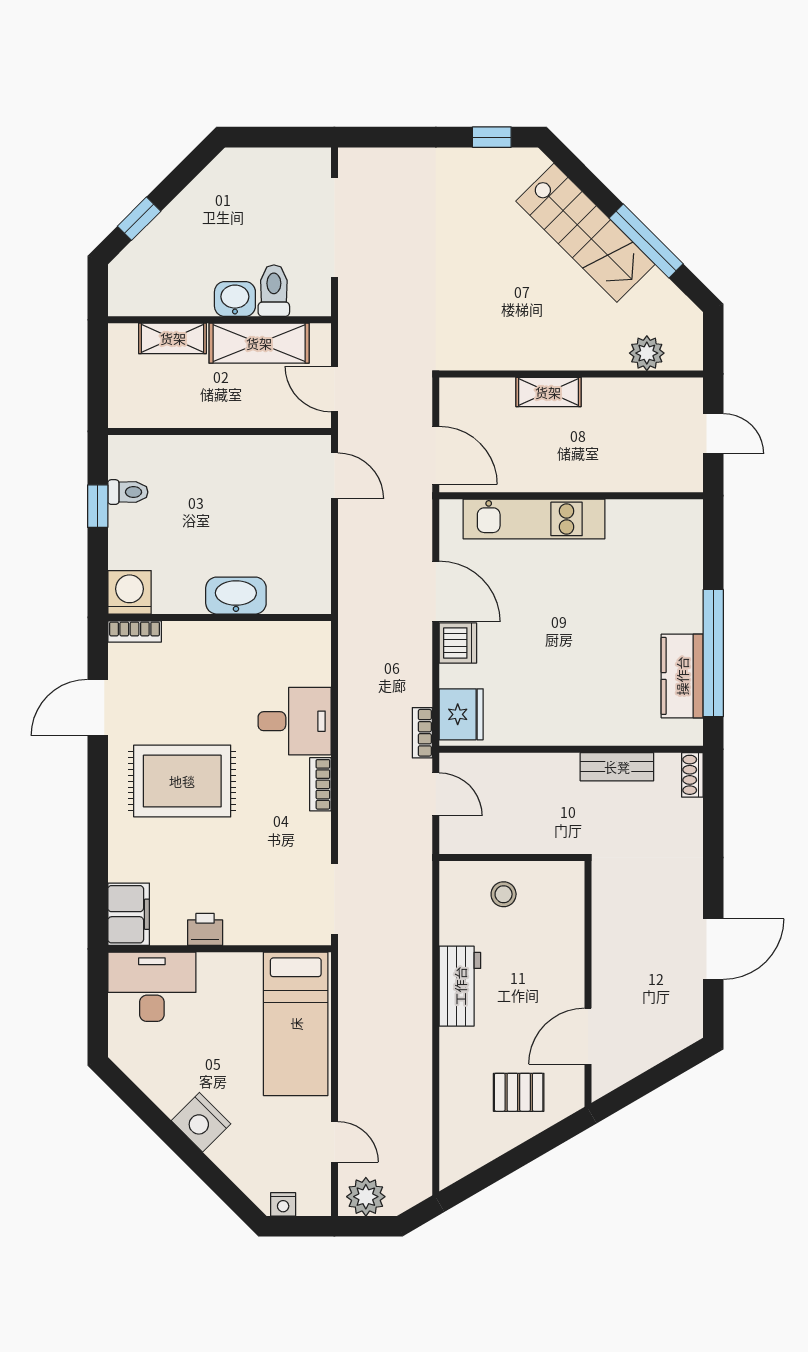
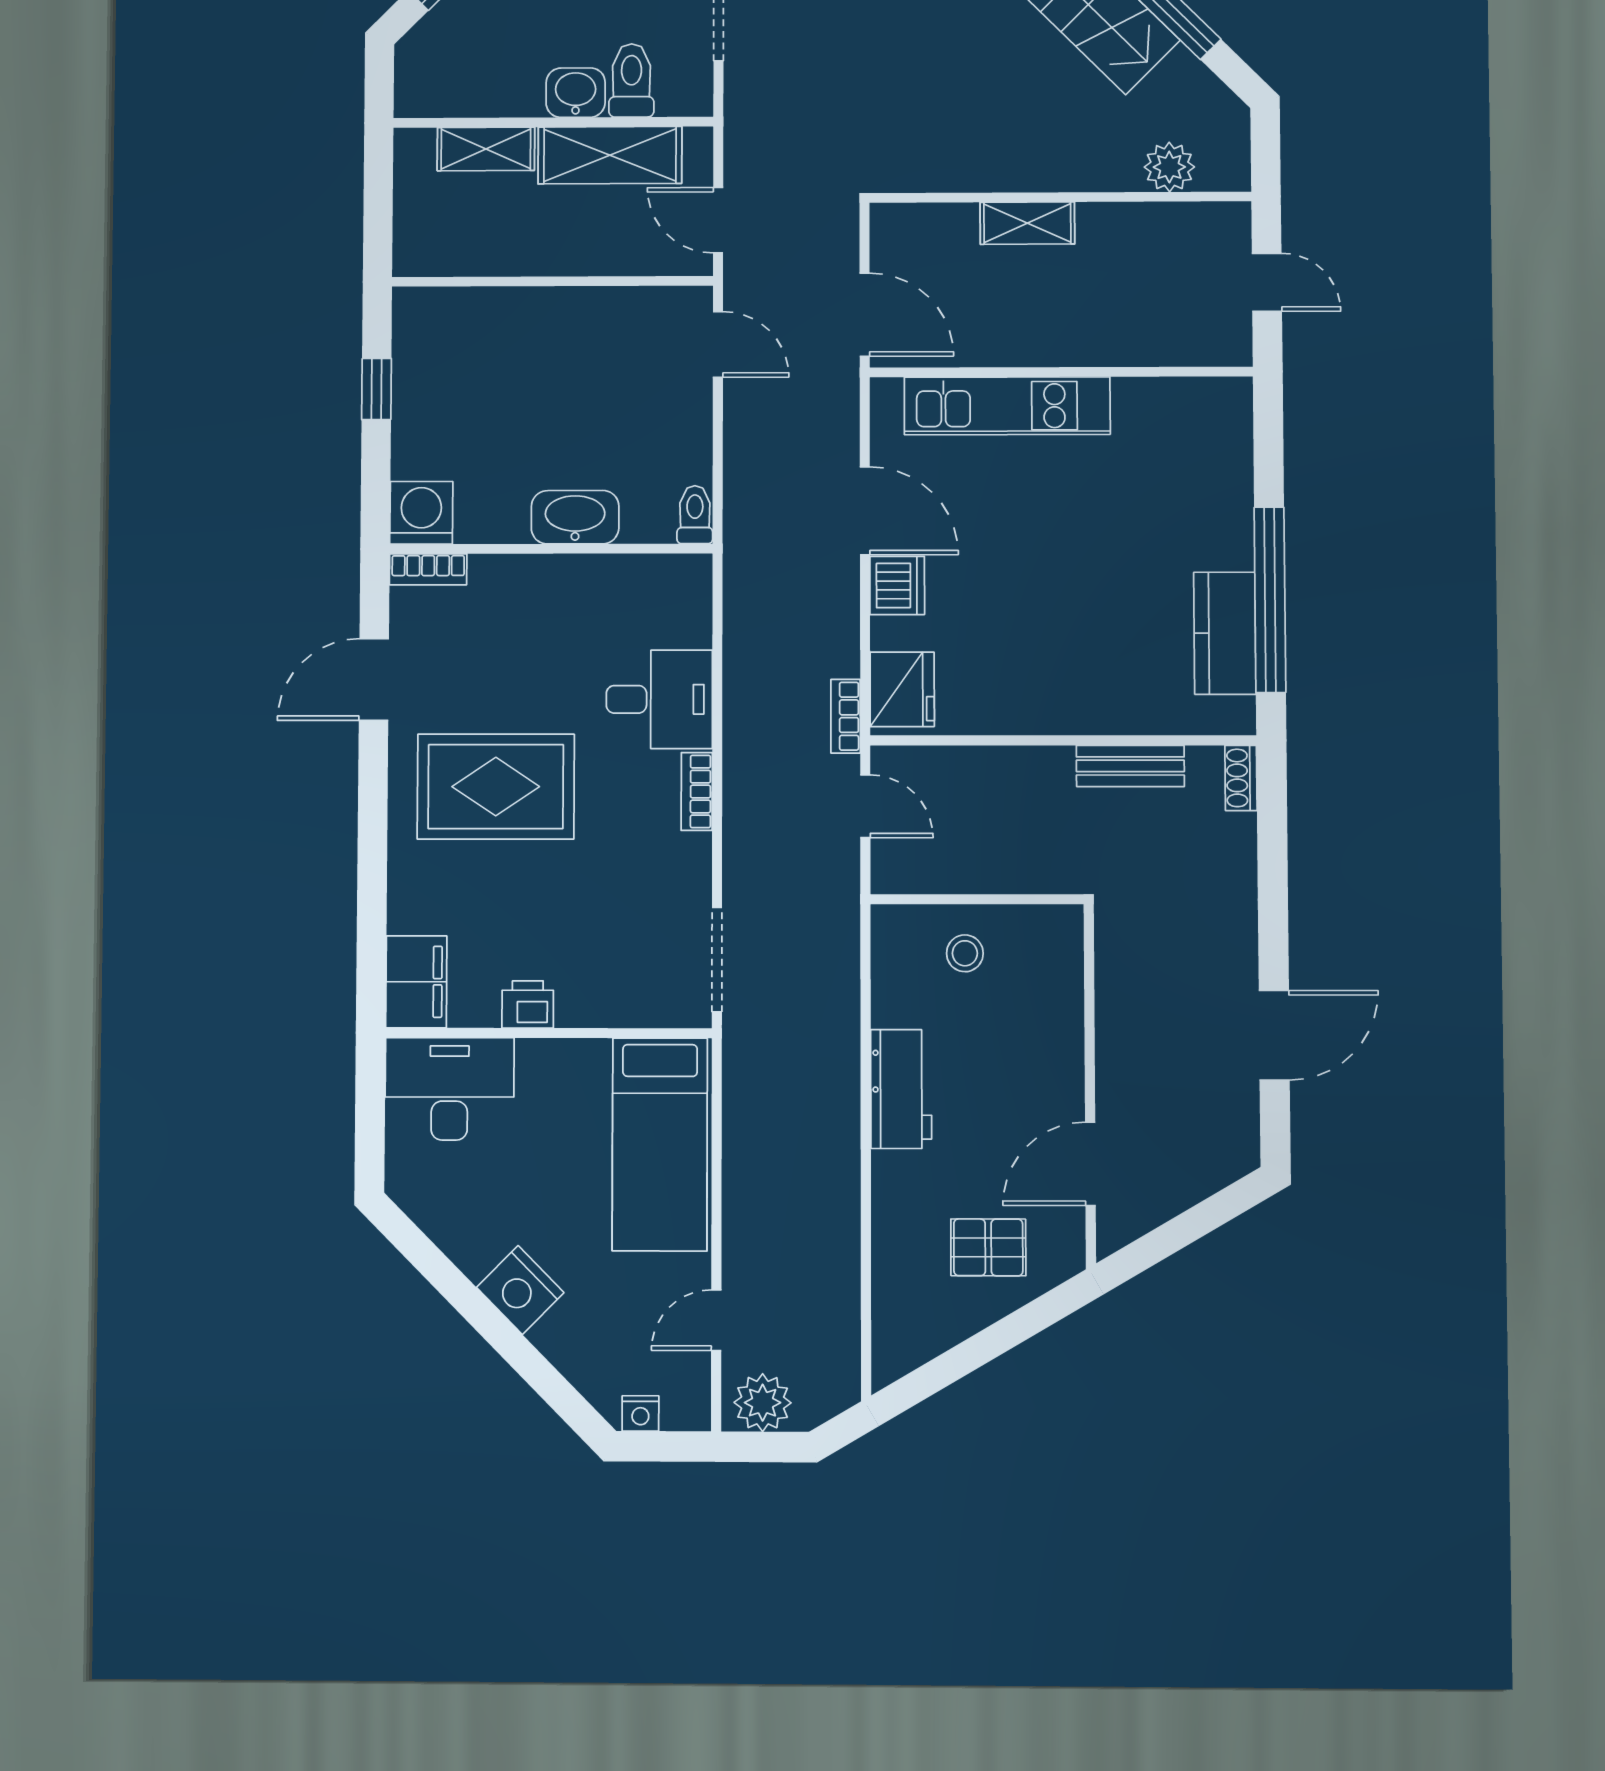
toilet: (128, 492) -> (695, 515), moved, turned -90
door: (334, 1142) -> (716, 1320), swing flipped

